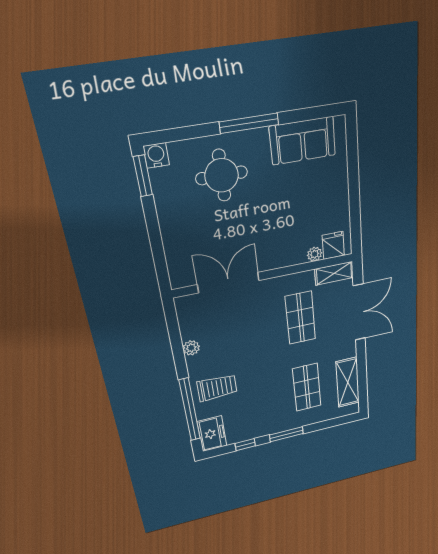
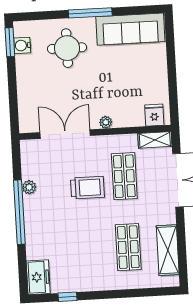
sofa: (303, 141) -> (130, 29), width x1.36
water cooler: (156, 155) -> (22, 45), moved, turned -90
plant: (315, 254) -> (106, 122), moved
trolley: (217, 388) -> (87, 188), moved
window: (190, 410) -> (19, 212), moved
window: (286, 434) -> (107, 295), removed

